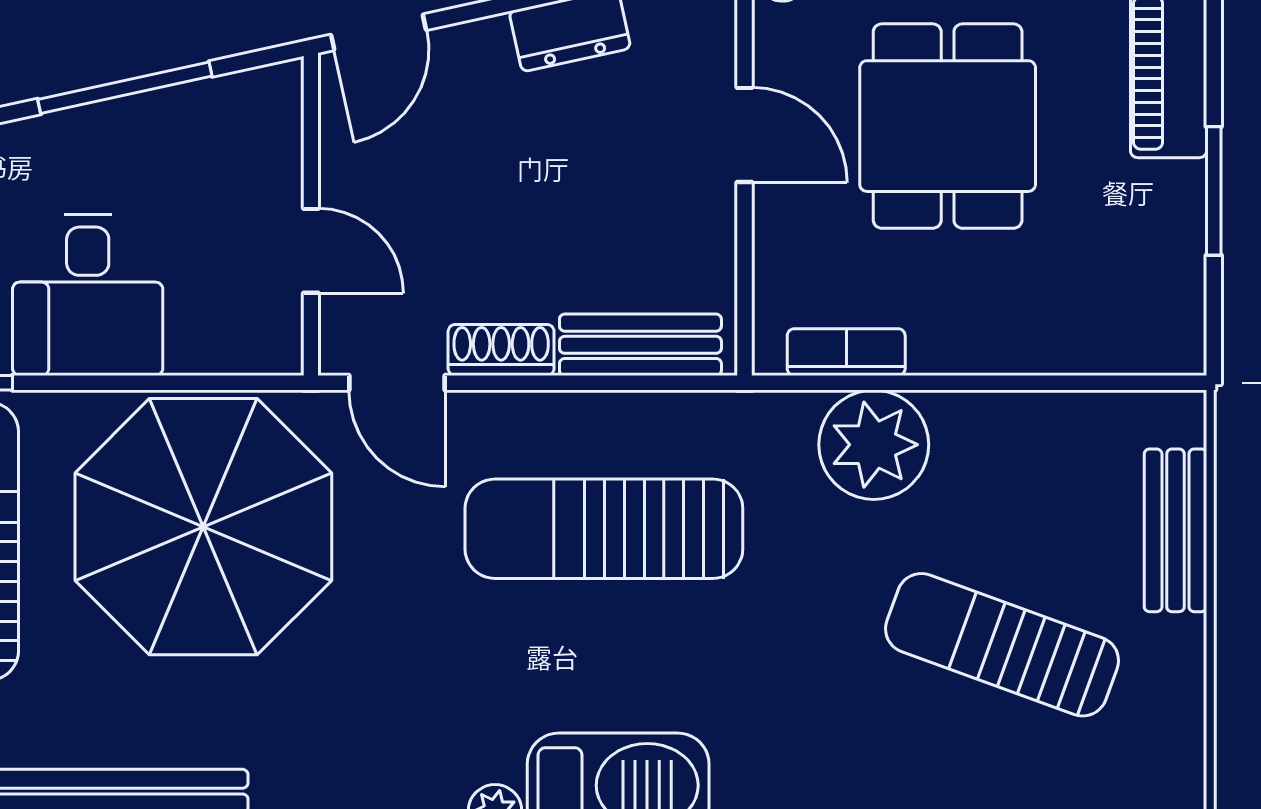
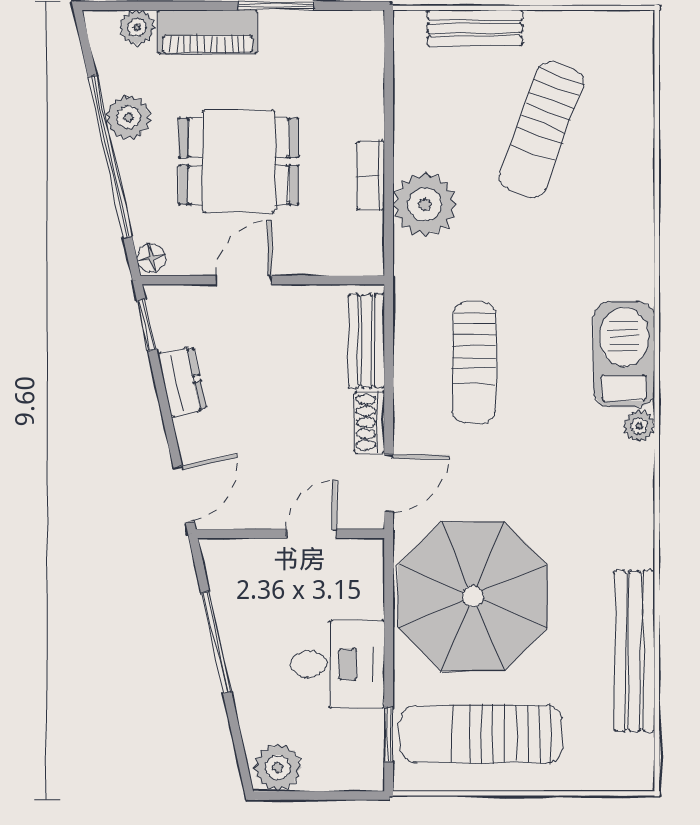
door: (379, 32) -> (184, 494), hinge flipped
bookcase: (846, 352) -> (371, 175), moved
sun lounger: (604, 529) -> (474, 362), width x0.73, depth x0.75

